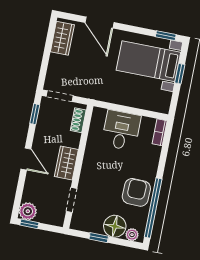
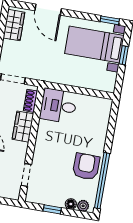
desk: (121, 130) -> (58, 106), moved, turned -90
bookcase: (160, 132) -> (106, 110), removed
wardrobe: (66, 163) -> (23, 127), moved
floor lamp: (115, 226) -> (71, 204), width x0.53, depth x0.53

